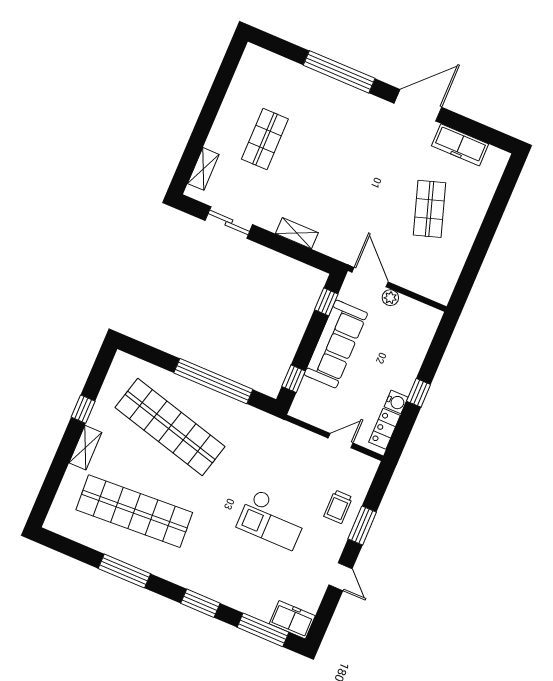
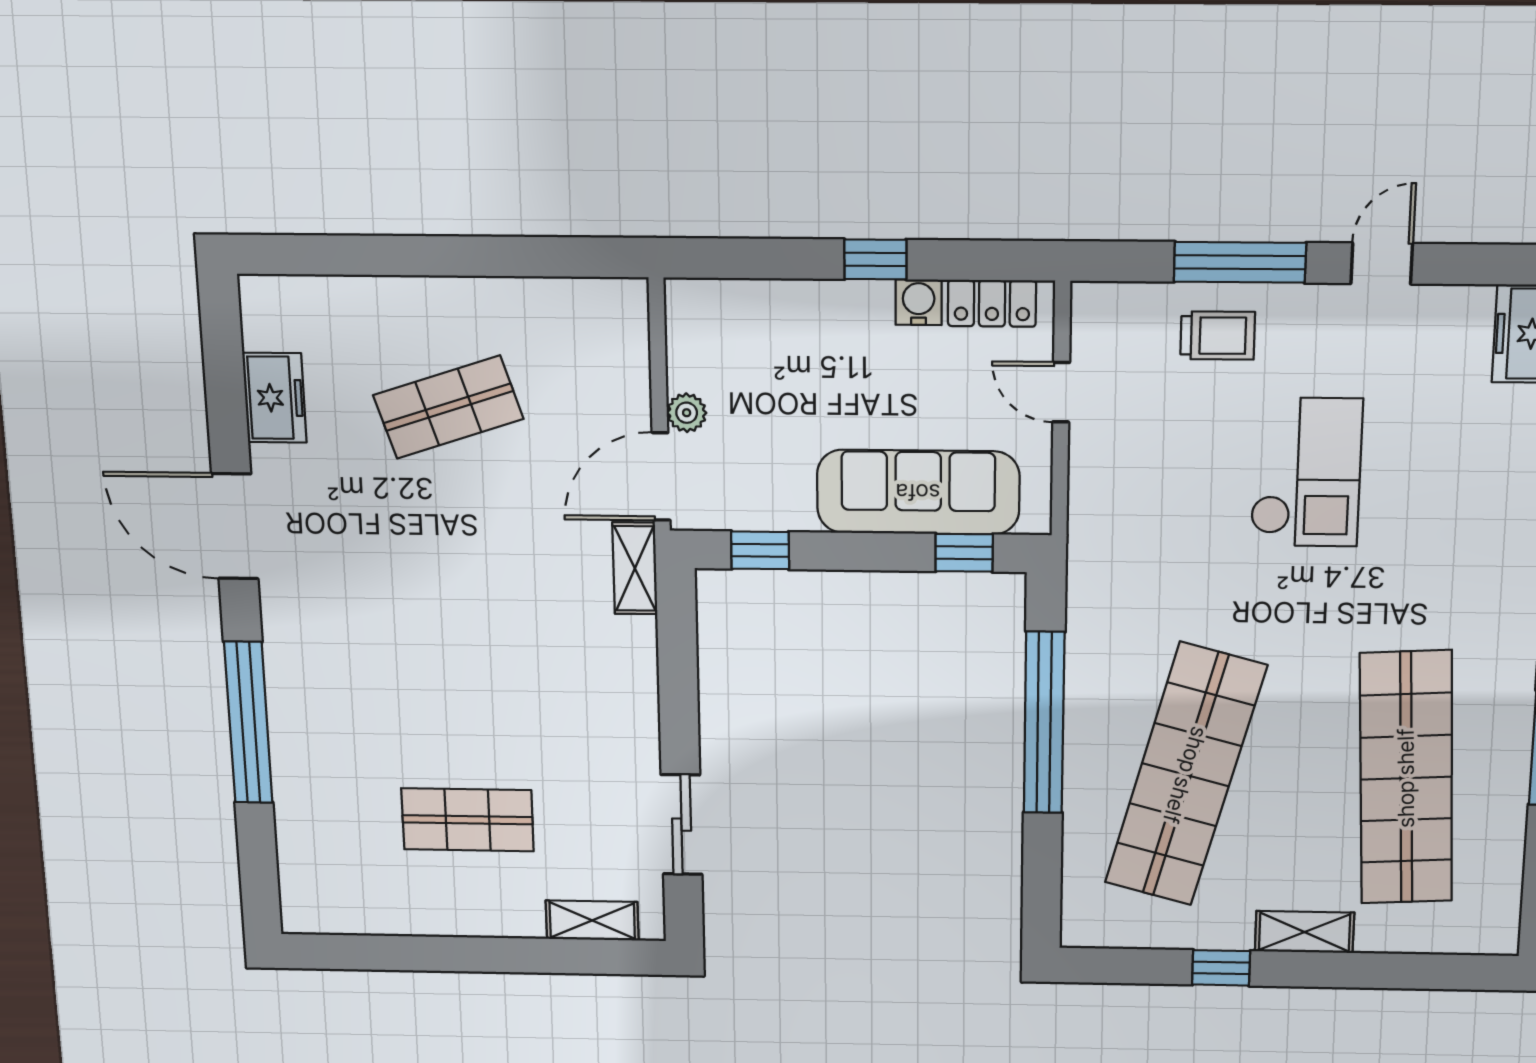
freezer: (460, 145) -> (275, 398), width x0.71
shelving: (297, 233) -> (635, 568), moved
sofa: (336, 344) -> (918, 492), moved
window: (362, 525) -> (1240, 262), width x1.44

